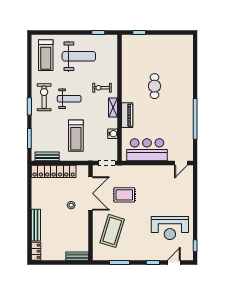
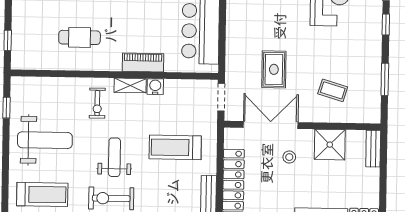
weight bench: (79, 56) -> (45, 140), turned 90
cafe table: (154, 86) -> (80, 37), moved
water cooler: (113, 134) -> (155, 87), moved
treadmill: (76, 136) -> (175, 147), turned 180
shower: (79, 230) -> (330, 145), added
coffee table: (112, 231) -> (333, 90), width x0.54, depth x0.58

